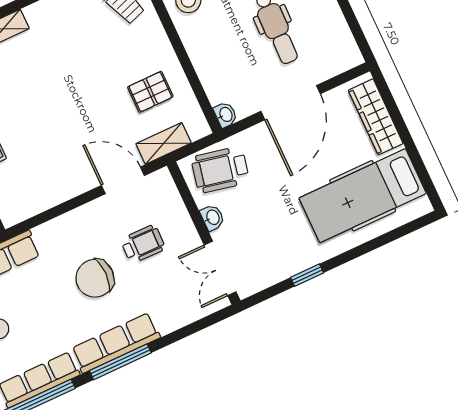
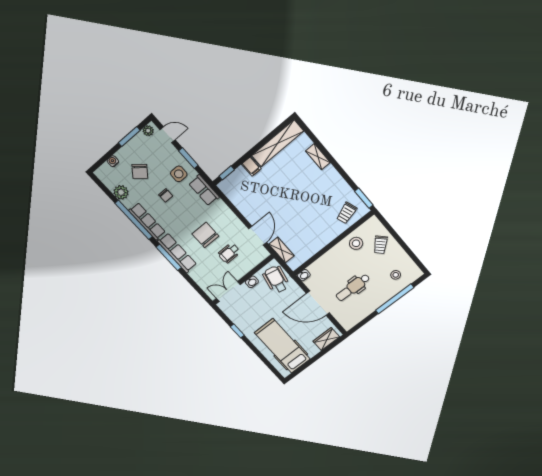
pallet: (150, 92) -> (305, 237), removed
wardrobe: (376, 117) -> (326, 339), width x0.67
wheelchair: (143, 244) -> (229, 253), turned 89

